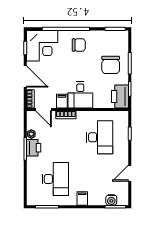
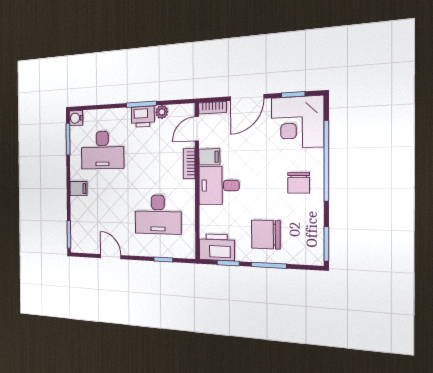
water cooler: (111, 200) -> (76, 118), moved

